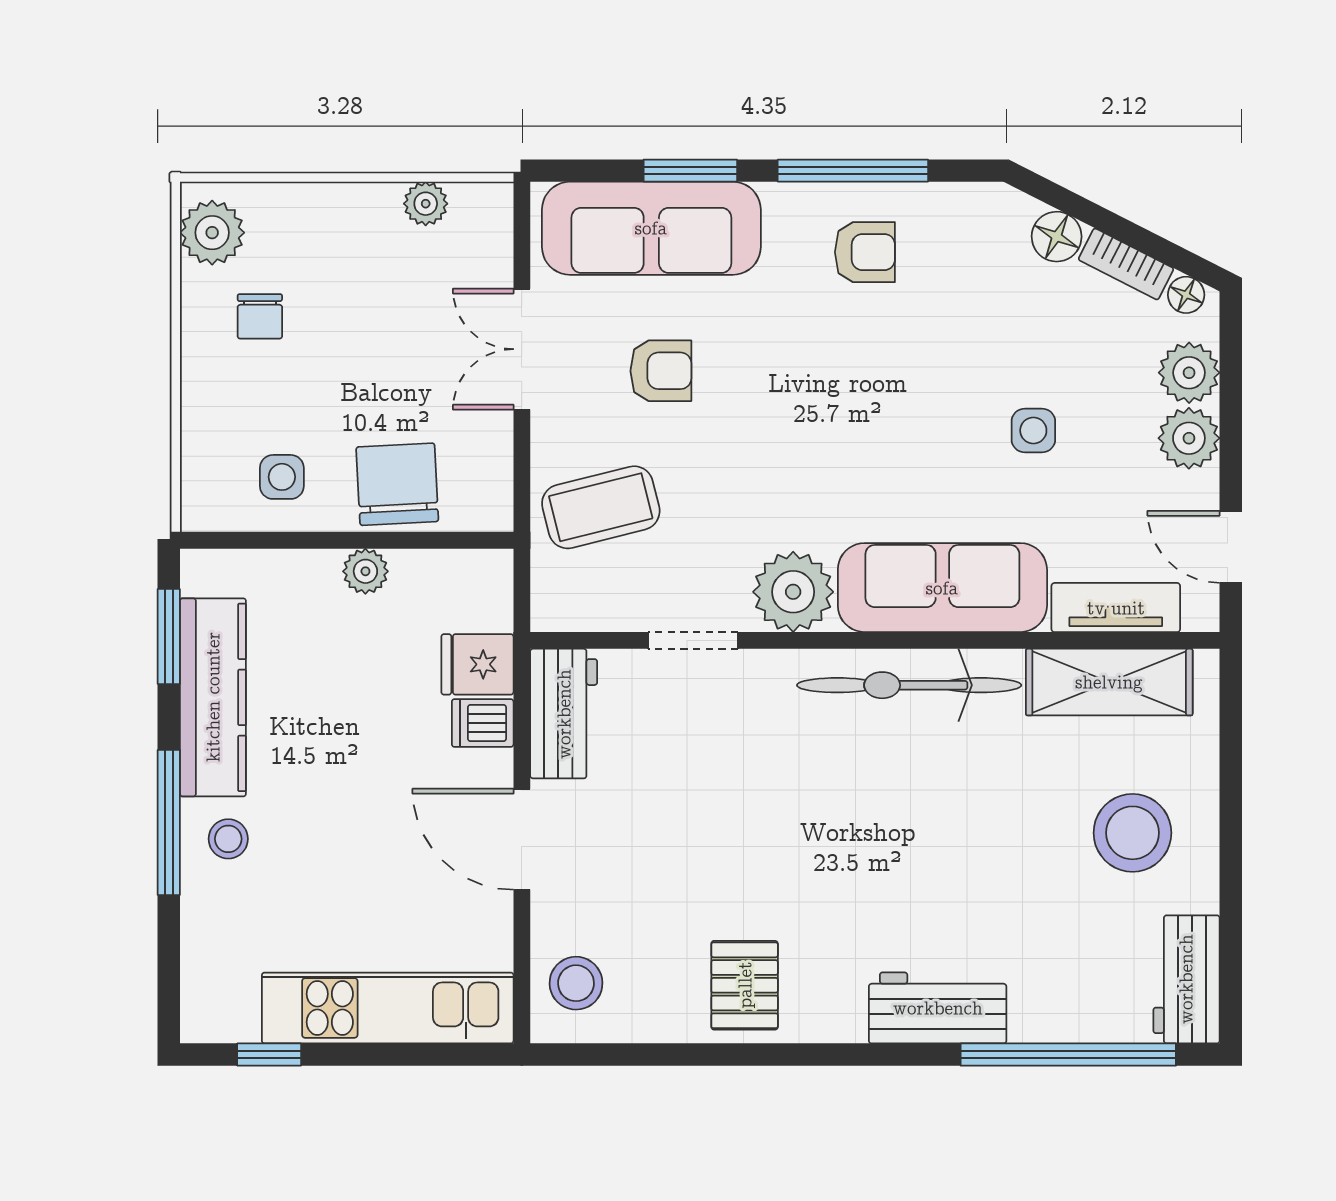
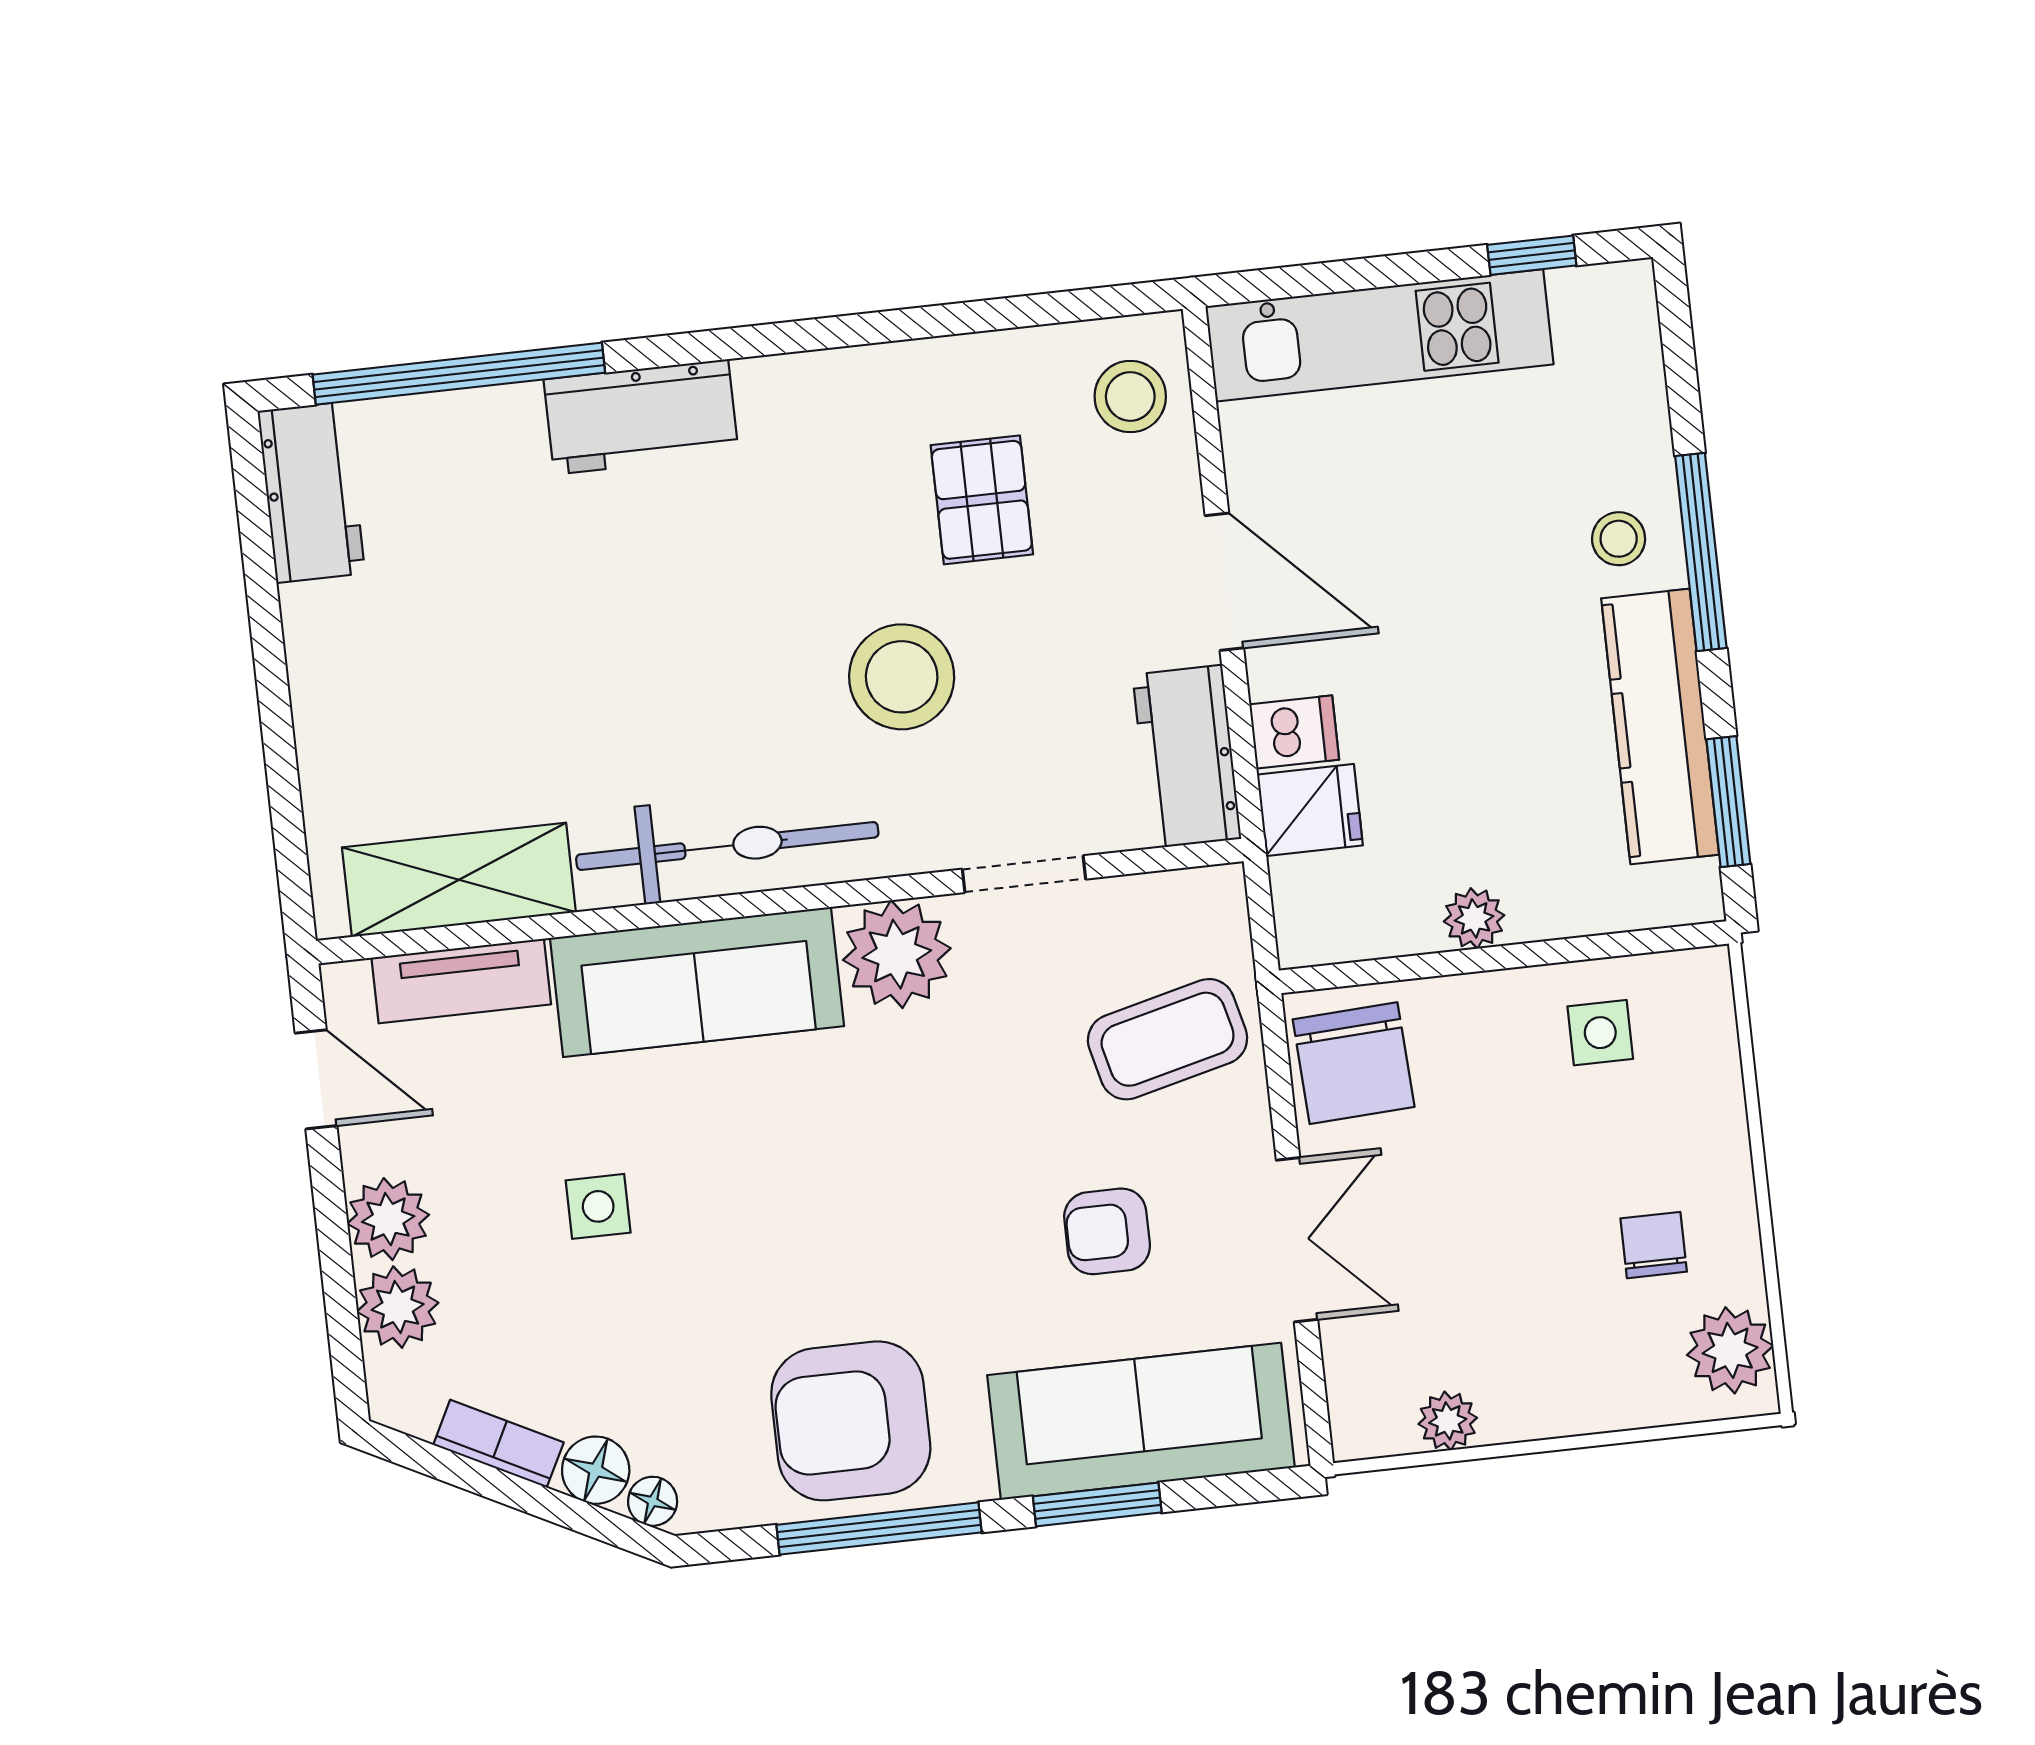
armchair: (865, 252) -> (851, 1421), width x1.88, depth x1.88
floor lamp: (1186, 295) -> (653, 1501), moved
chair: (397, 484) -> (1354, 1063), moved
stool: (1132, 833) -> (902, 677), moved
pallet: (745, 985) -> (982, 500), moved

